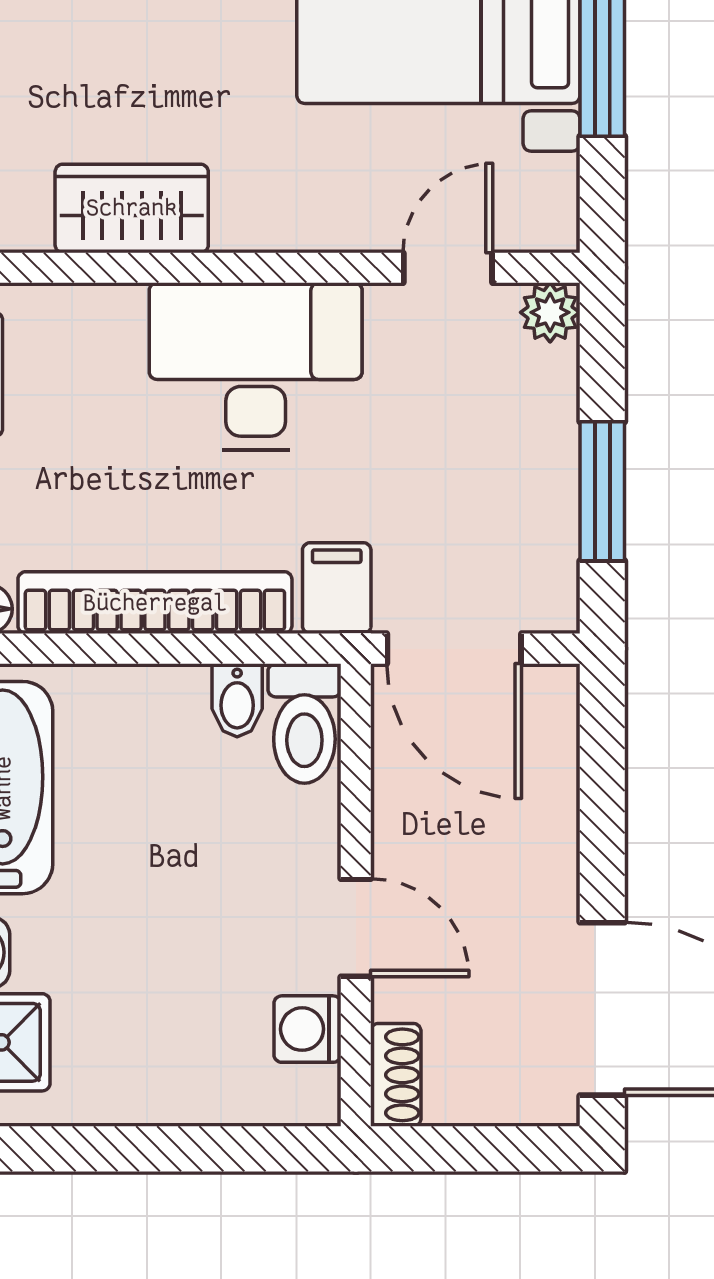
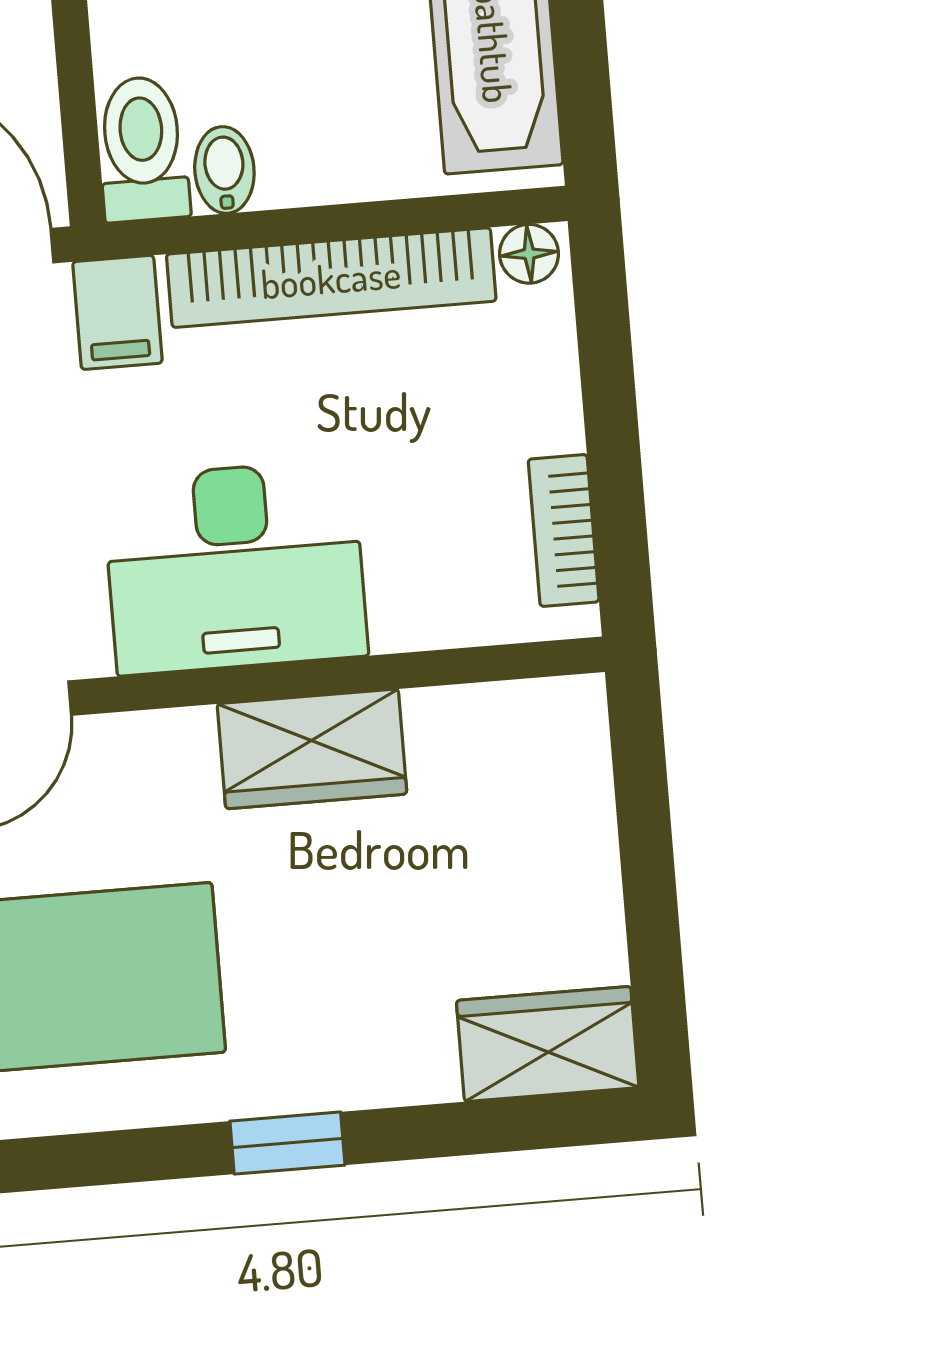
wardrobe: (132, 208) -> (312, 749), moved

